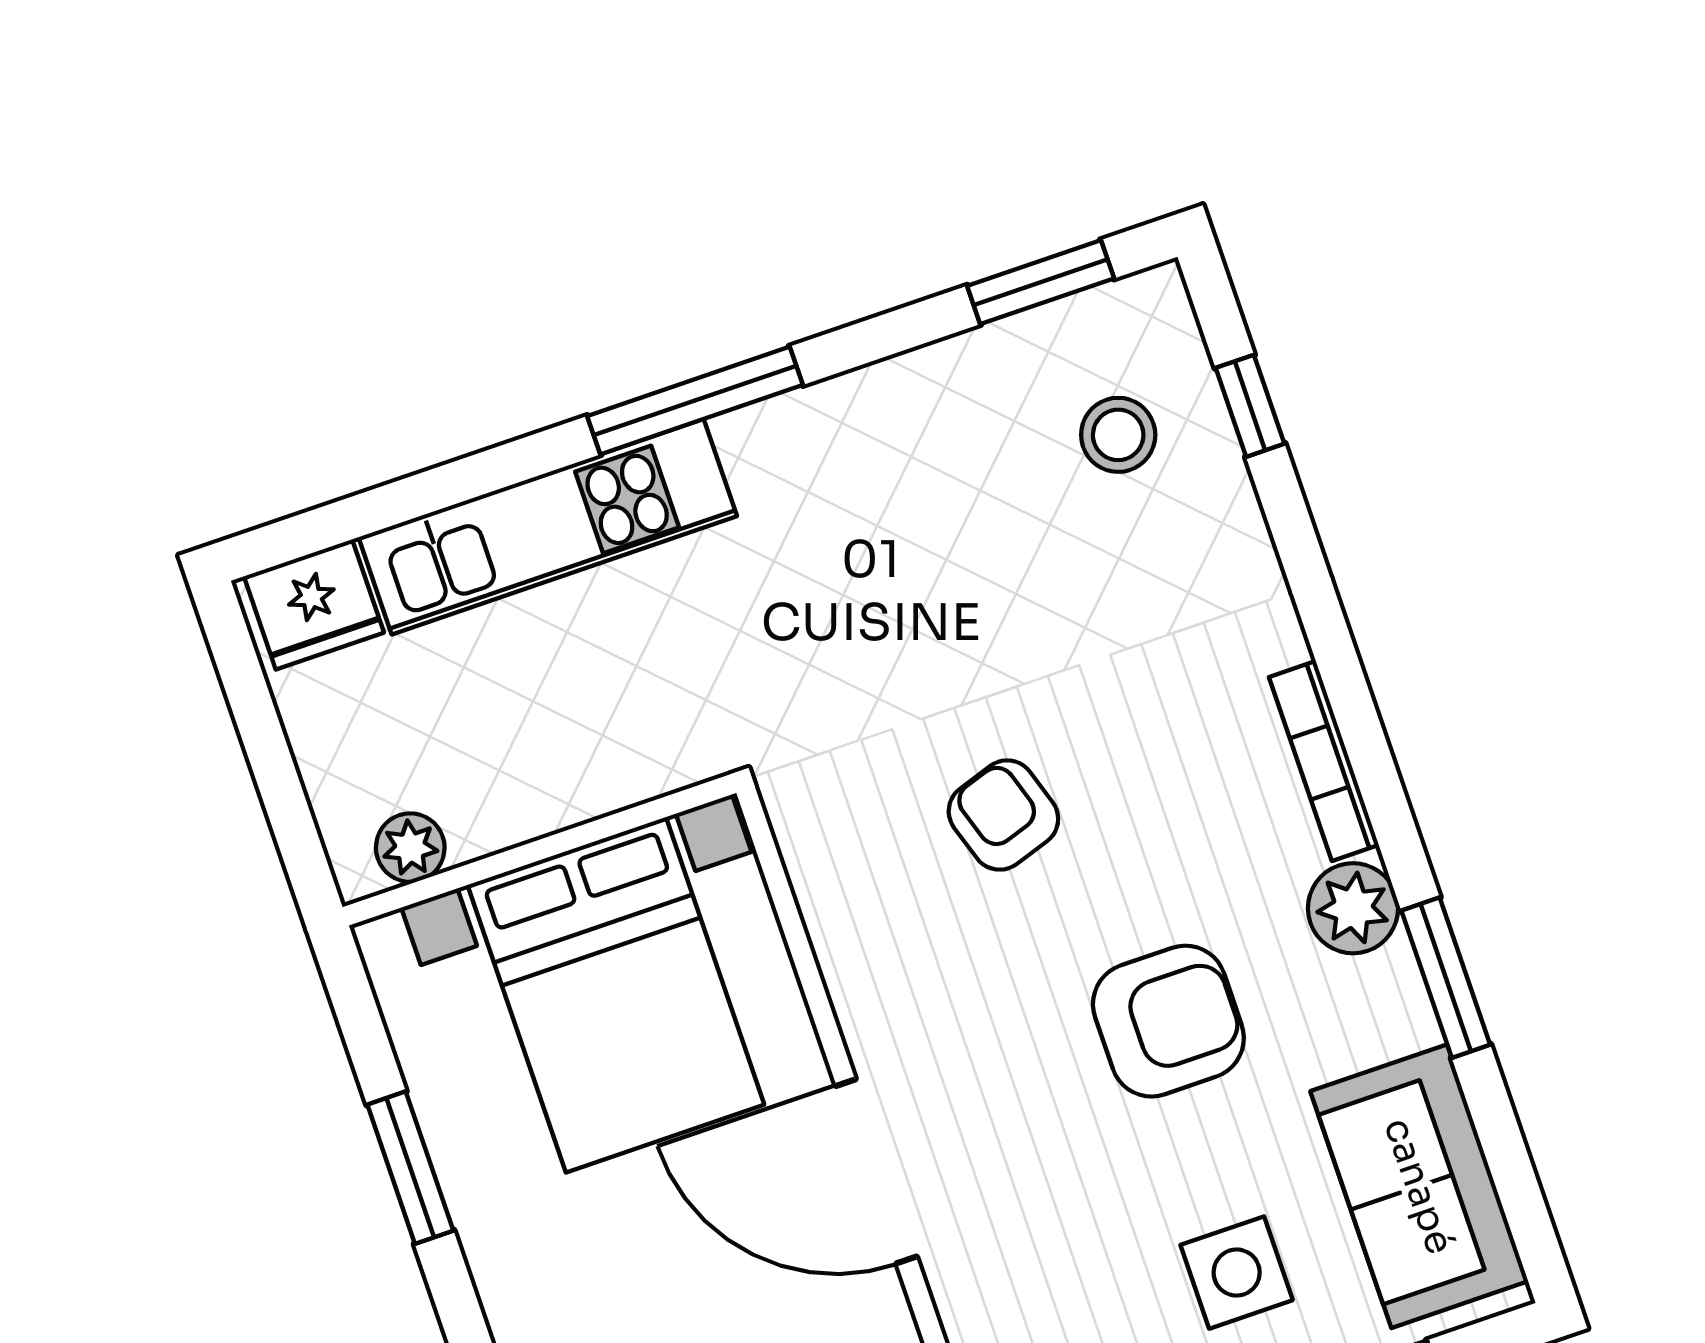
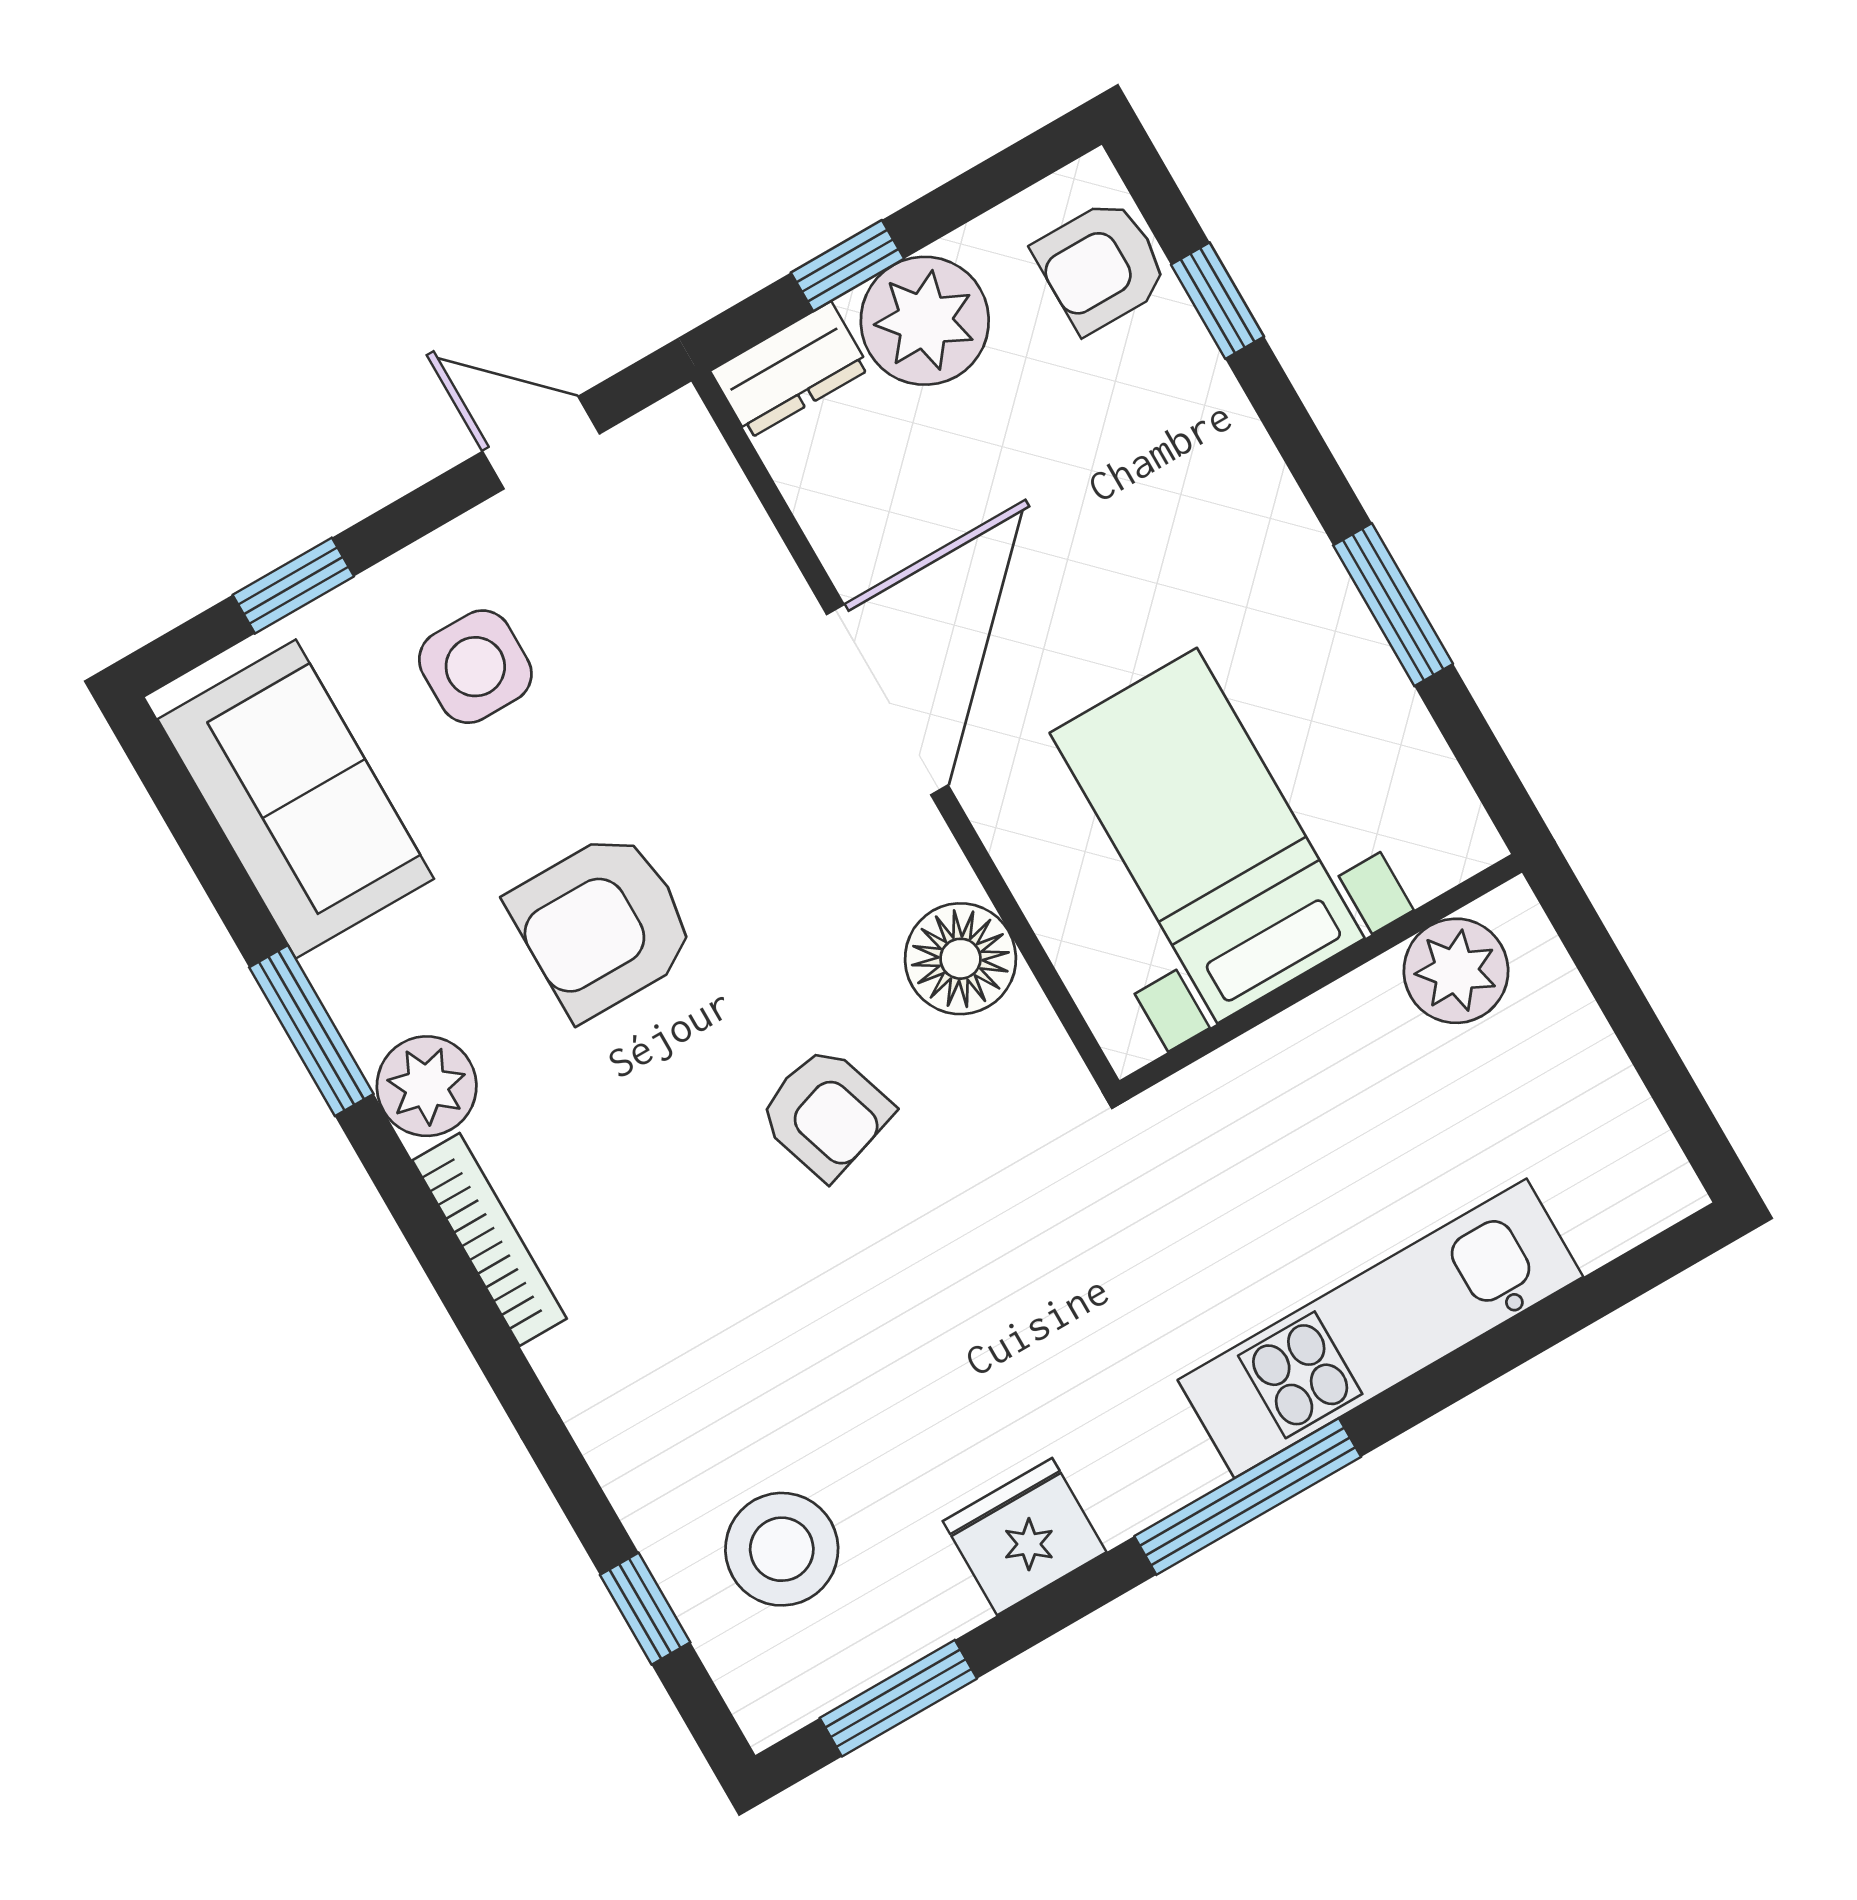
stool: (1118, 435) -> (782, 1549), width x1.38, depth x1.38
fridge: (314, 604) -> (1025, 1537), moved
plant: (410, 848) -> (1456, 971), width x1.38, depth x1.38
floor lamp: (856, 928) -> (960, 959), added
bed with nightstands: (616, 995) -> (1207, 836), width x0.73
door: (876, 1171) -> (887, 700), hinge flipped

